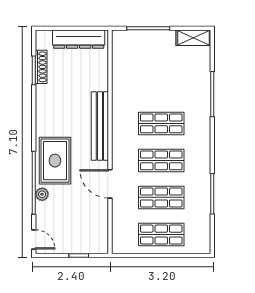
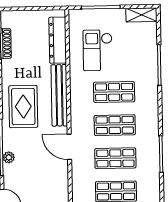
dresser: (79, 39) -> (58, 40), moved, turned 90
checkout: (144, 77) -> (98, 50), added
rug: (55, 161) -> (23, 107), moved

